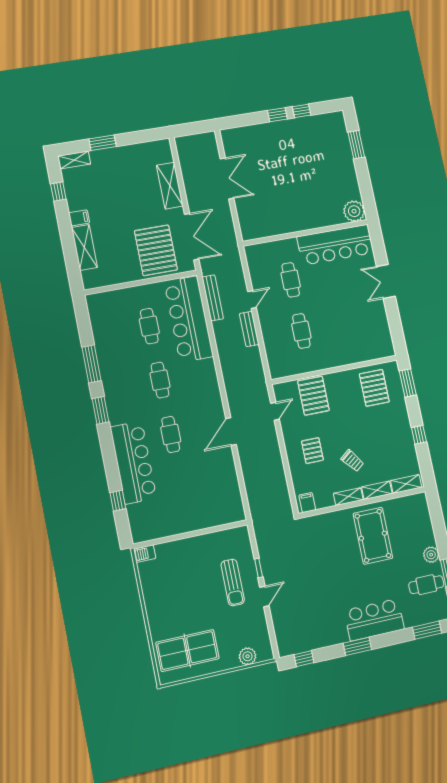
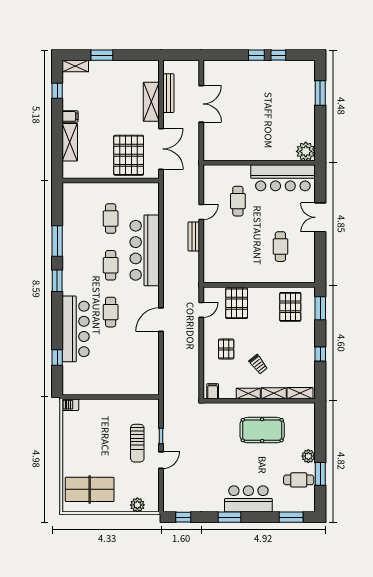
bench: (213, 298) -> (168, 93), moved
bar counter: (189, 319) -> (145, 250), moved
cafe table: (301, 331) -> (280, 247), moved
pool table: (373, 536) -> (262, 430), turned 90

